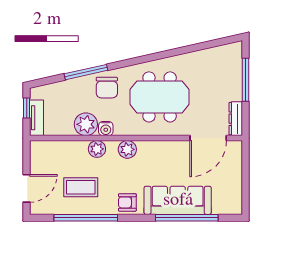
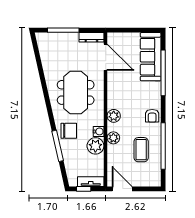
door: (27, 188) -> (122, 189), moved
sofa: (178, 200) -> (151, 57), moved

